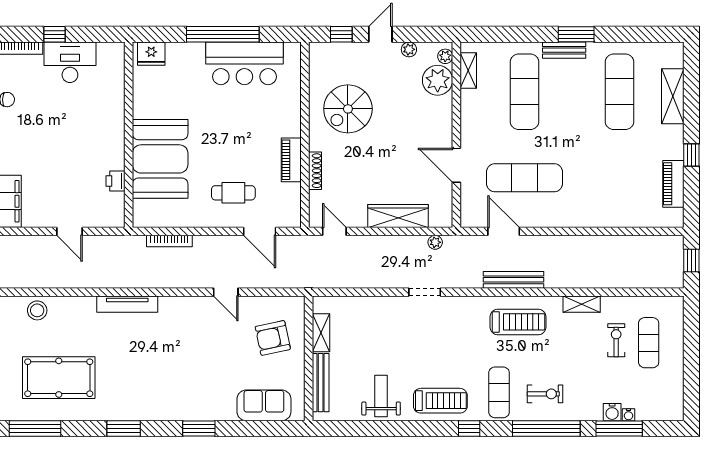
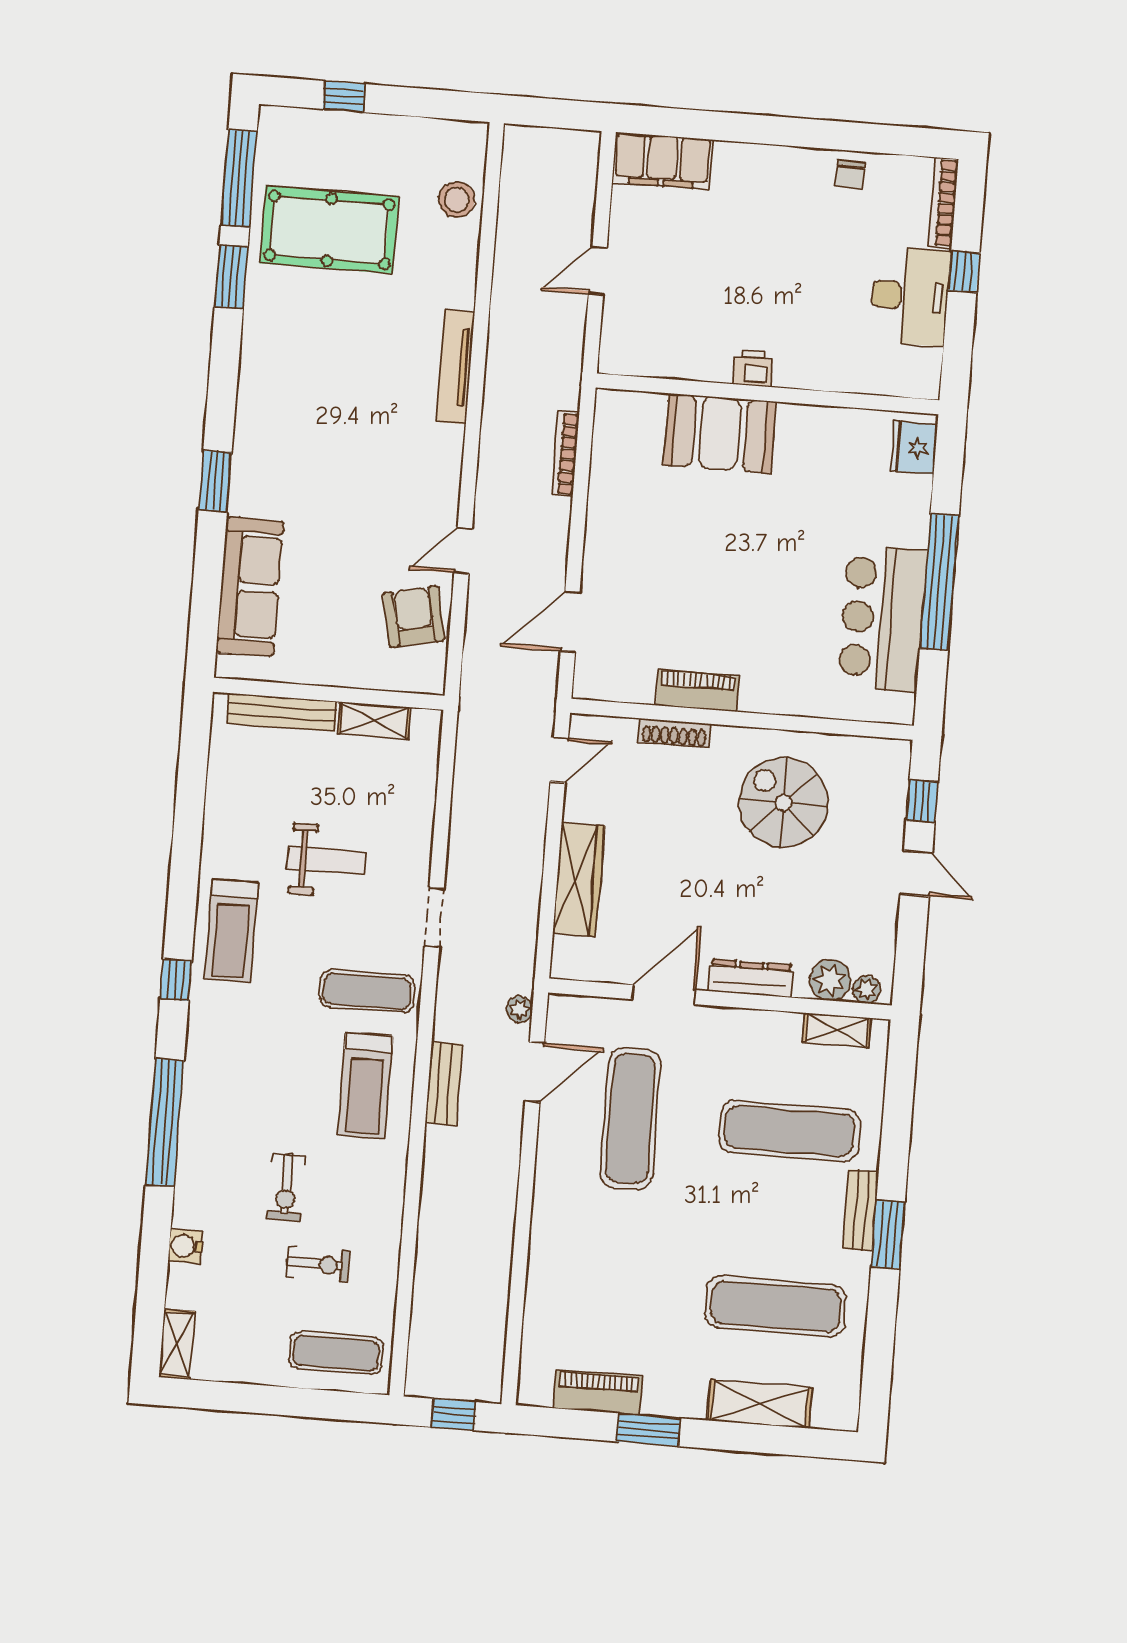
plant: (409, 49) -> (884, 924), removed
plant: (438, 80) -> (830, 980), width x0.73, depth x0.73
dresser: (444, 119) -> (751, 978), added
window: (691, 155) -> (648, 1430), width x1.50
booth: (160, 159) -> (720, 433), width x0.73, depth x0.70
printer: (115, 181) -> (753, 368), moved
cafe table: (233, 193) -> (645, 579), removed
plant: (435, 242) -> (519, 1009), moved
bench: (514, 280) -> (444, 1083), width x0.73
shelving: (582, 304) -> (177, 1344), moved
armchair: (273, 338) -> (414, 617), moved
exercise mat: (649, 343) -> (336, 1353), moved
pool table: (59, 378) -> (329, 230), turned 90
exercise mat: (499, 392) -> (367, 991), moved
exercise bike: (545, 394) -> (286, 1187), moved
weight bench: (381, 396) -> (327, 861), moved
sofa: (264, 405) -> (250, 587), width x1.36
water cooler: (628, 415) -> (178, 1276), removed
window: (124, 428) -> (231, 277), moved
window: (619, 428) -> (154, 1257), removed

